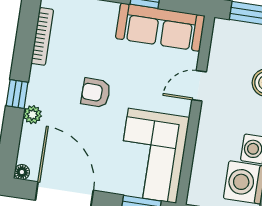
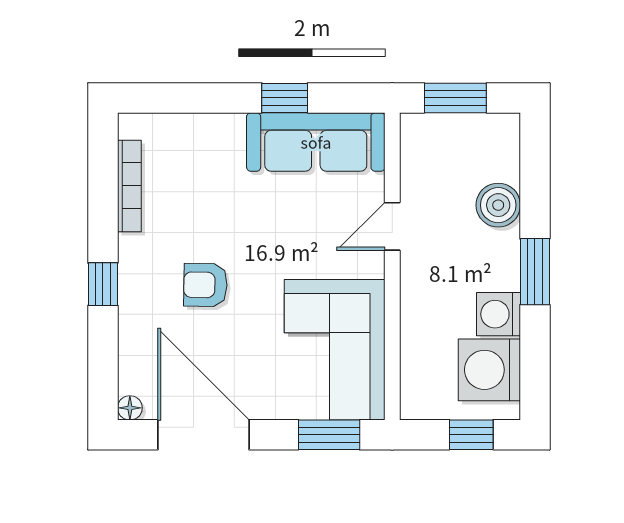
armchair: (96, 93) -> (205, 285), moved
plant: (32, 115) -> (133, 313), removed

